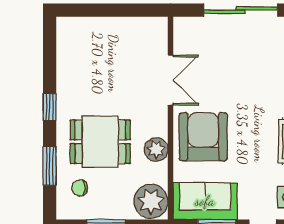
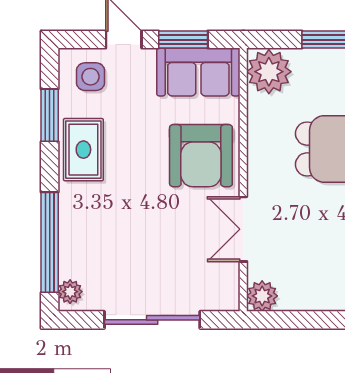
plant: (156, 150) -> (262, 296), moved

